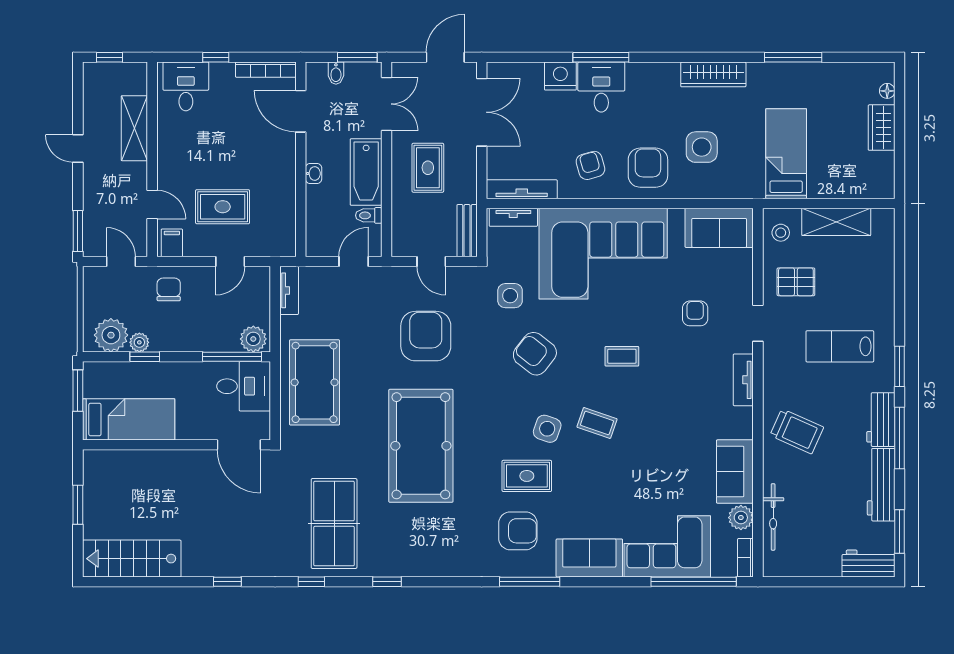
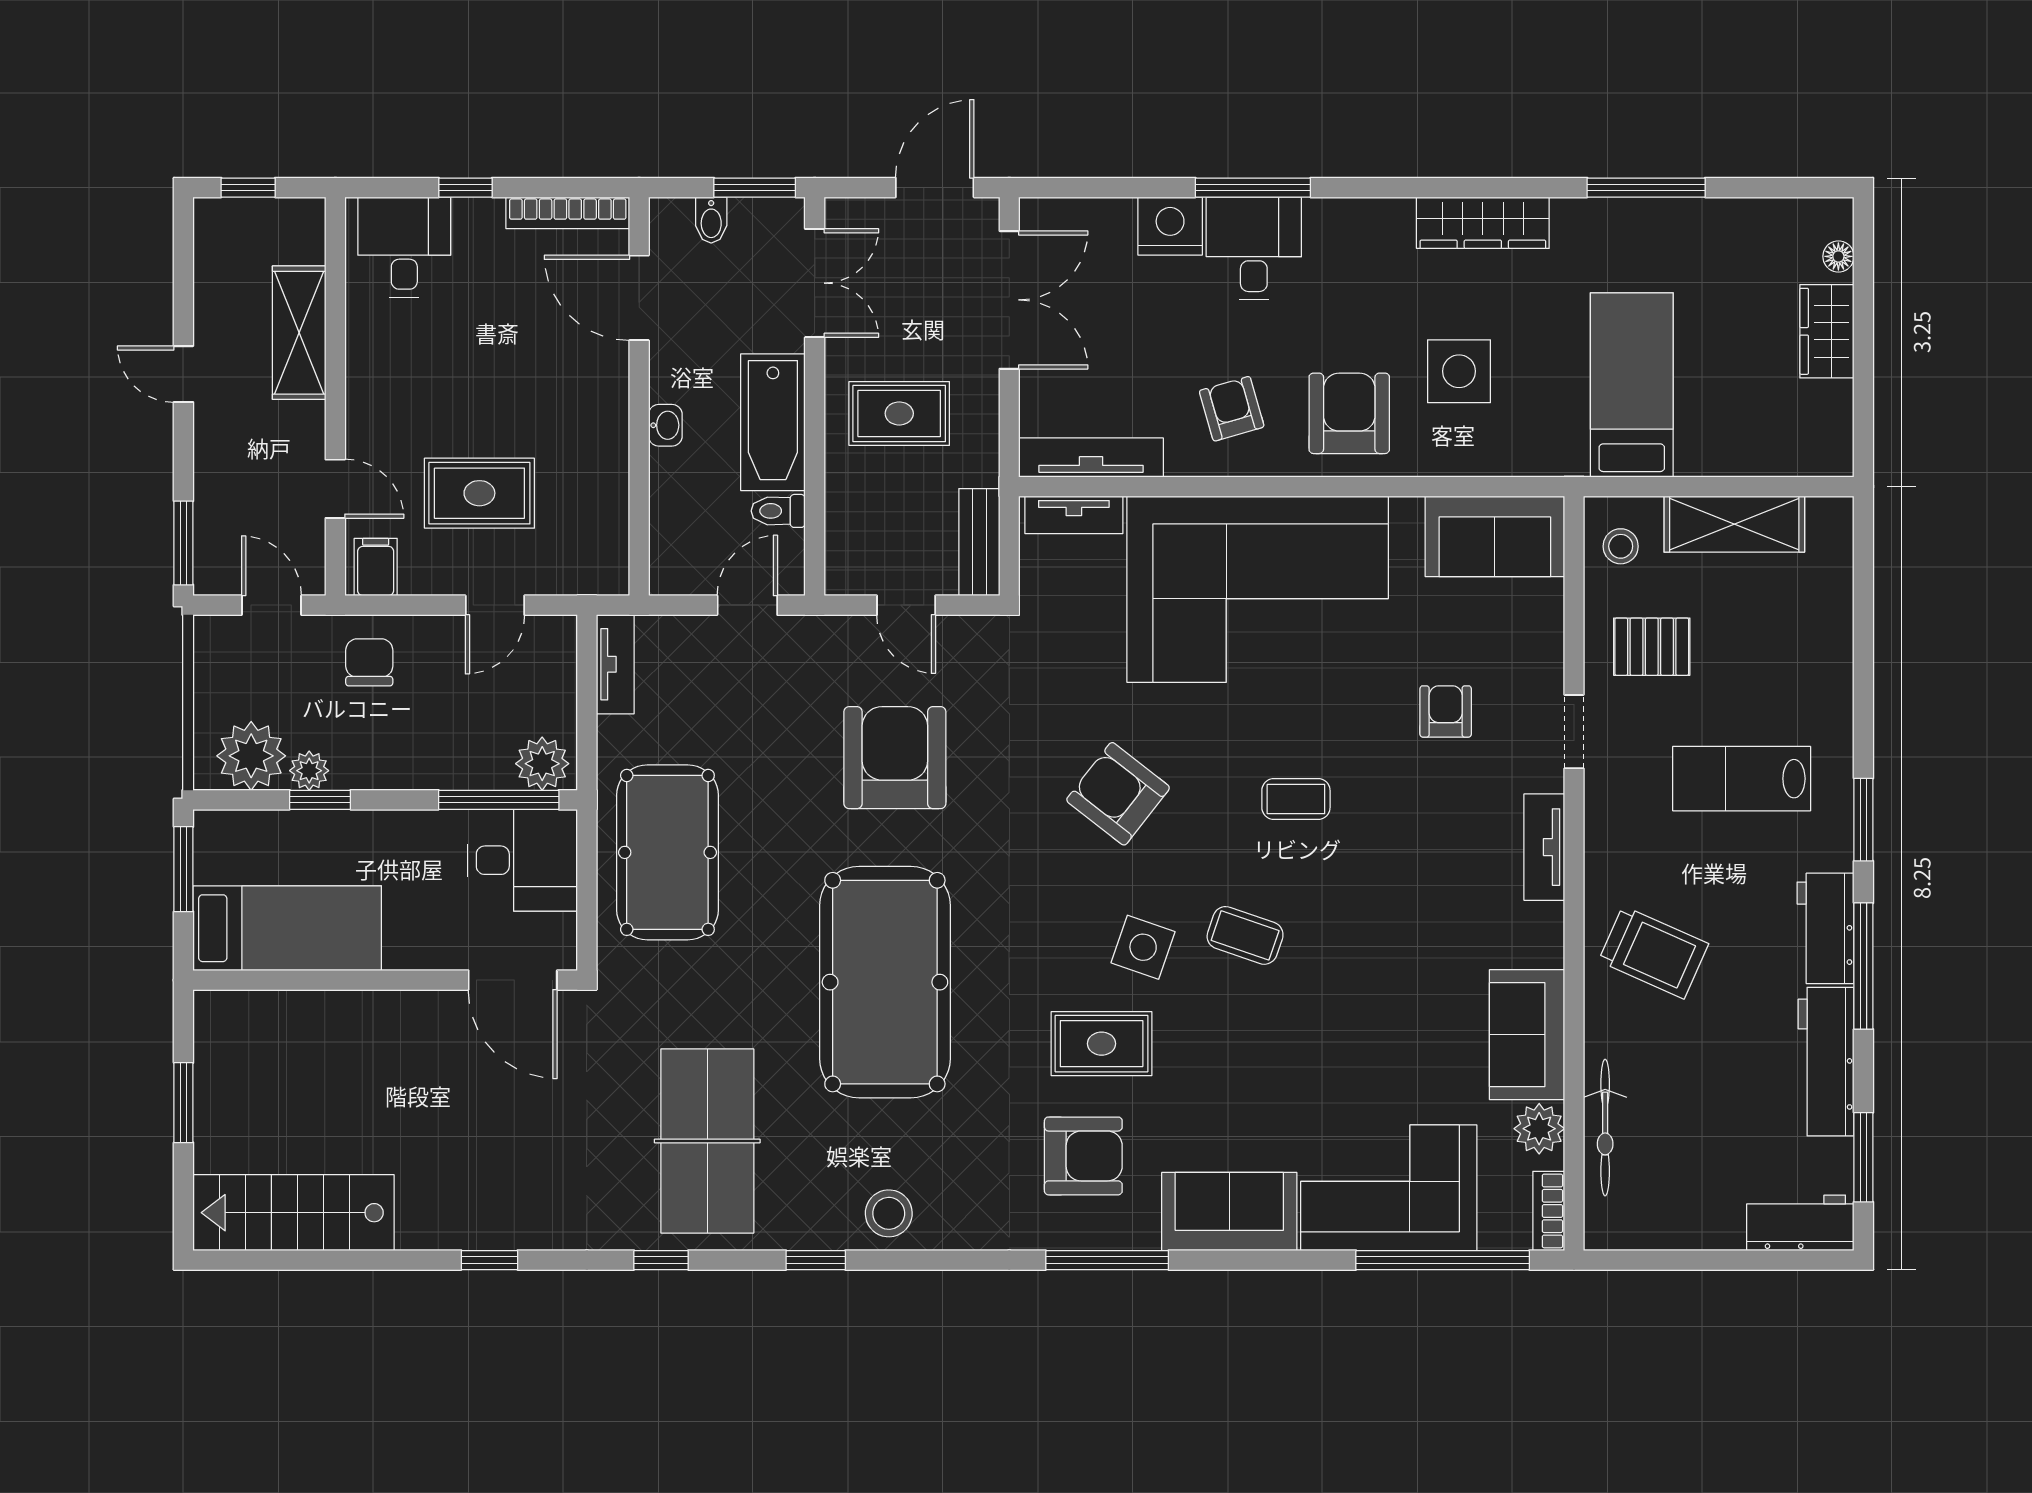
rug: (428, 168) -> (899, 413), turned 90
side table: (510, 296) -> (1067, 675), removed
stool: (423, 559) -> (889, 1213), added

